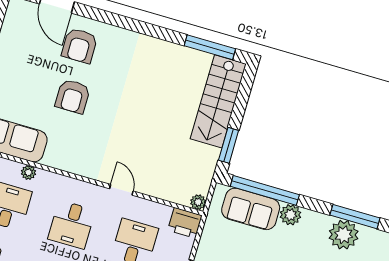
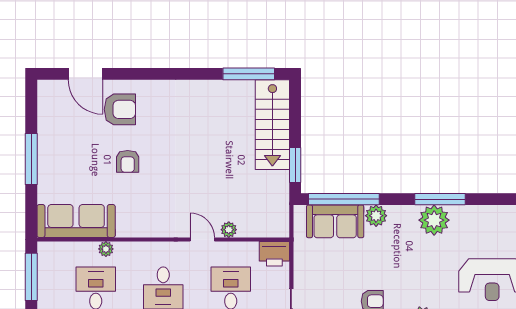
armchair: (80, 46) -> (120, 109), turned -90
armchair: (73, 96) -> (128, 161), width x0.72, depth x0.72
plant: (198, 202) -> (229, 230), moved

